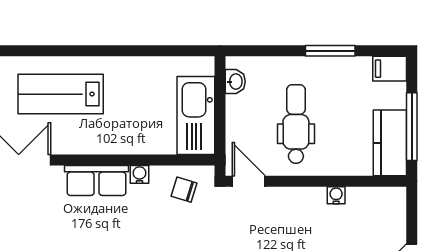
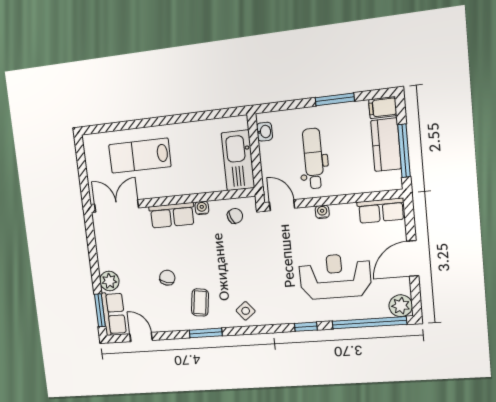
kitchen counter: (390, 143) -> (386, 145), moved
chair: (184, 190) -> (235, 216), turned 139
water cooler: (336, 195) -> (322, 212), moved
row of seats: (377, 201) -> (381, 211), added

